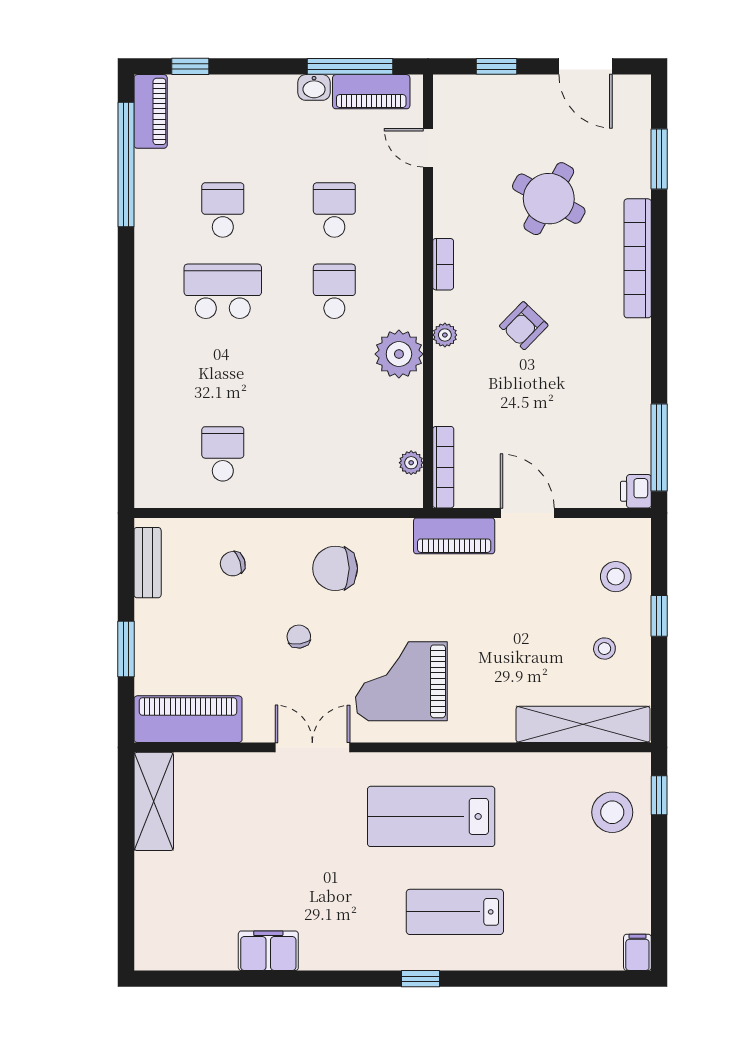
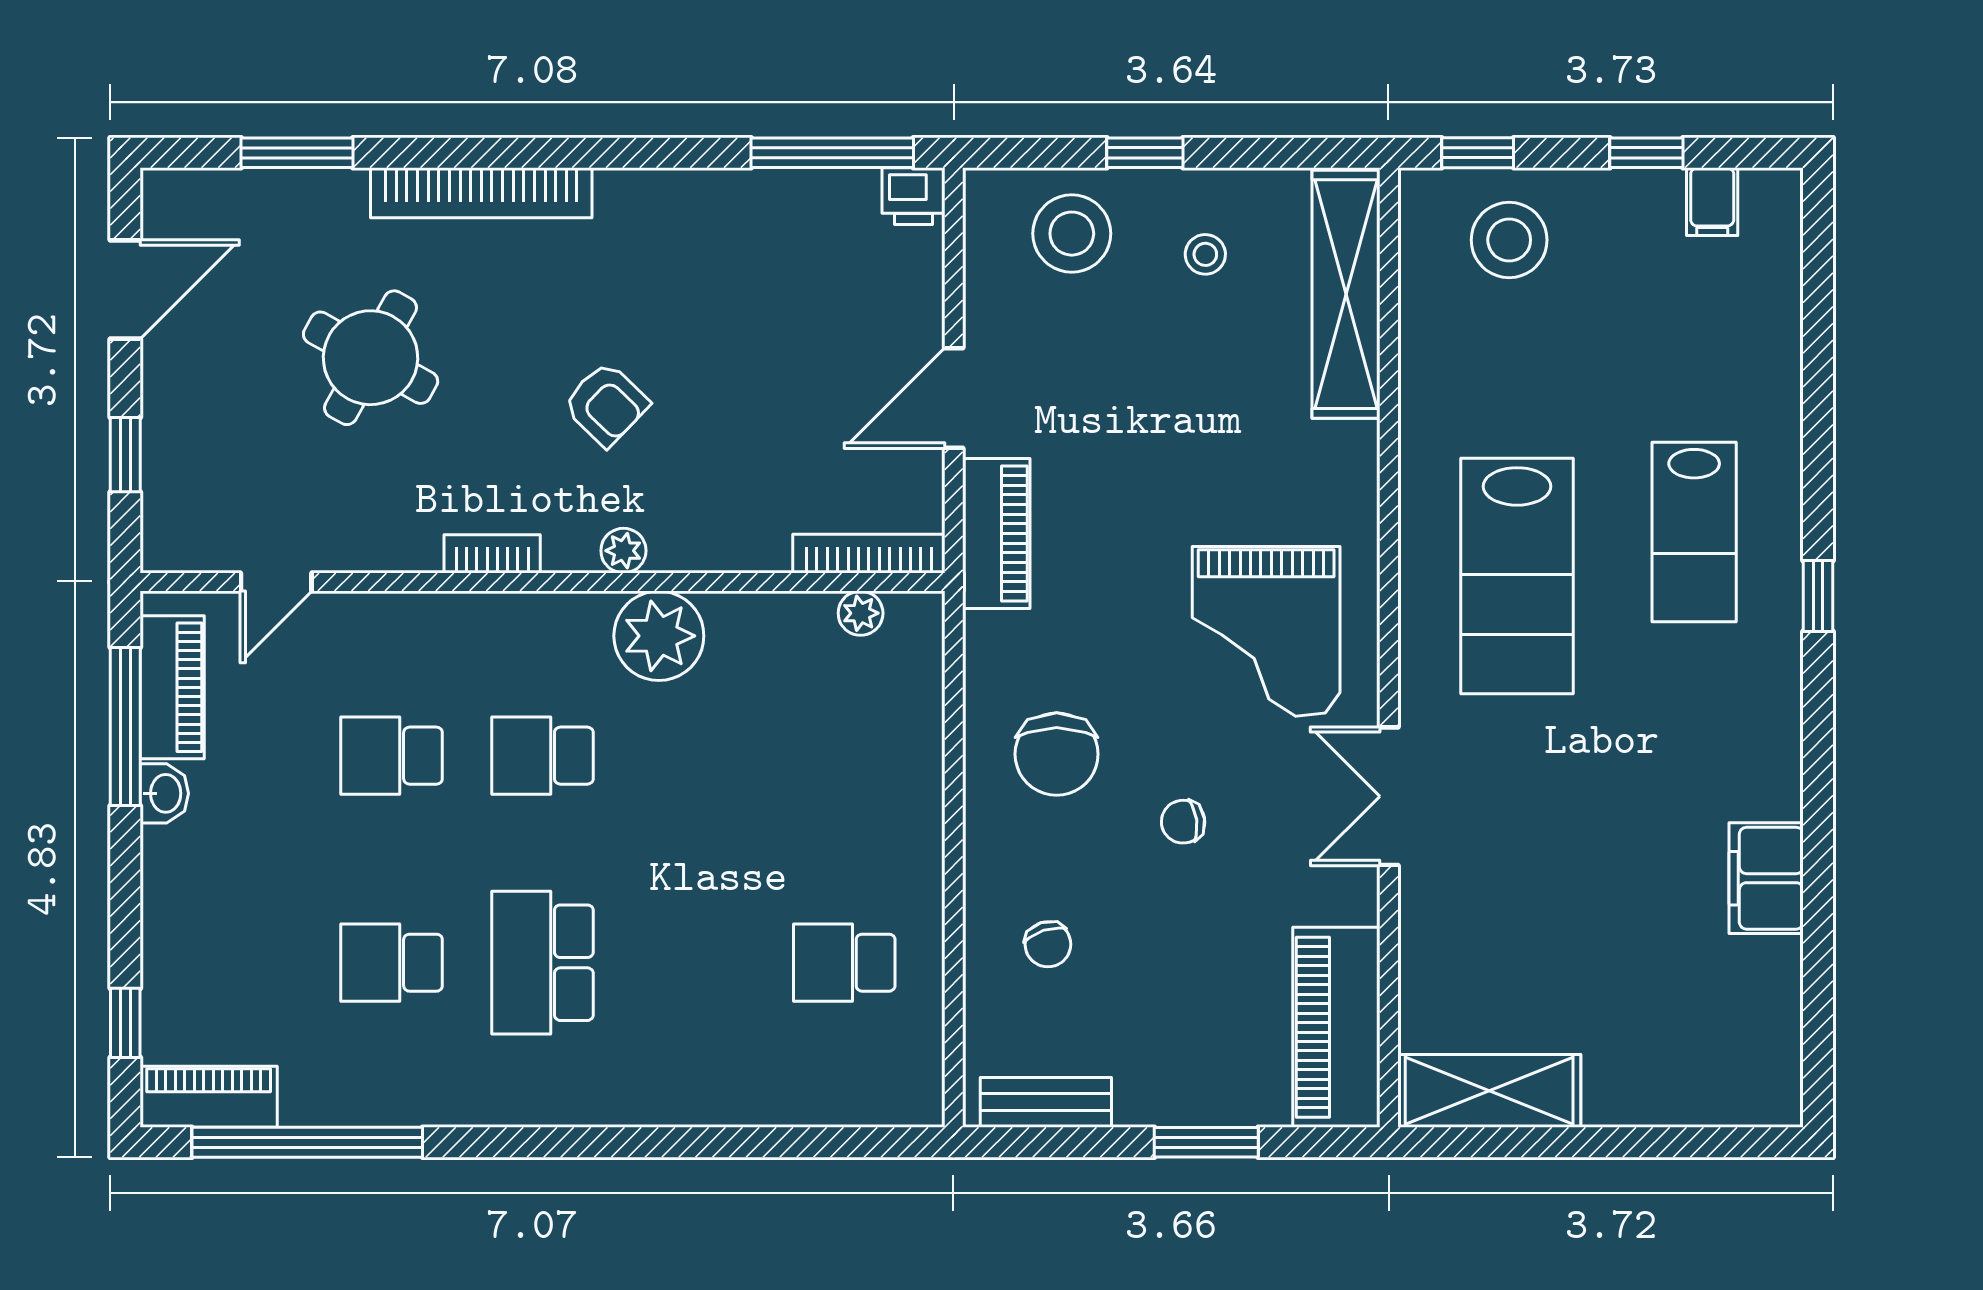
stool: (616, 577) -> (1072, 234), width x1.38, depth x1.38
window: (659, 886) -> (1646, 153), added
filing cabinet: (637, 952) -> (1712, 202), moved, turned -90

